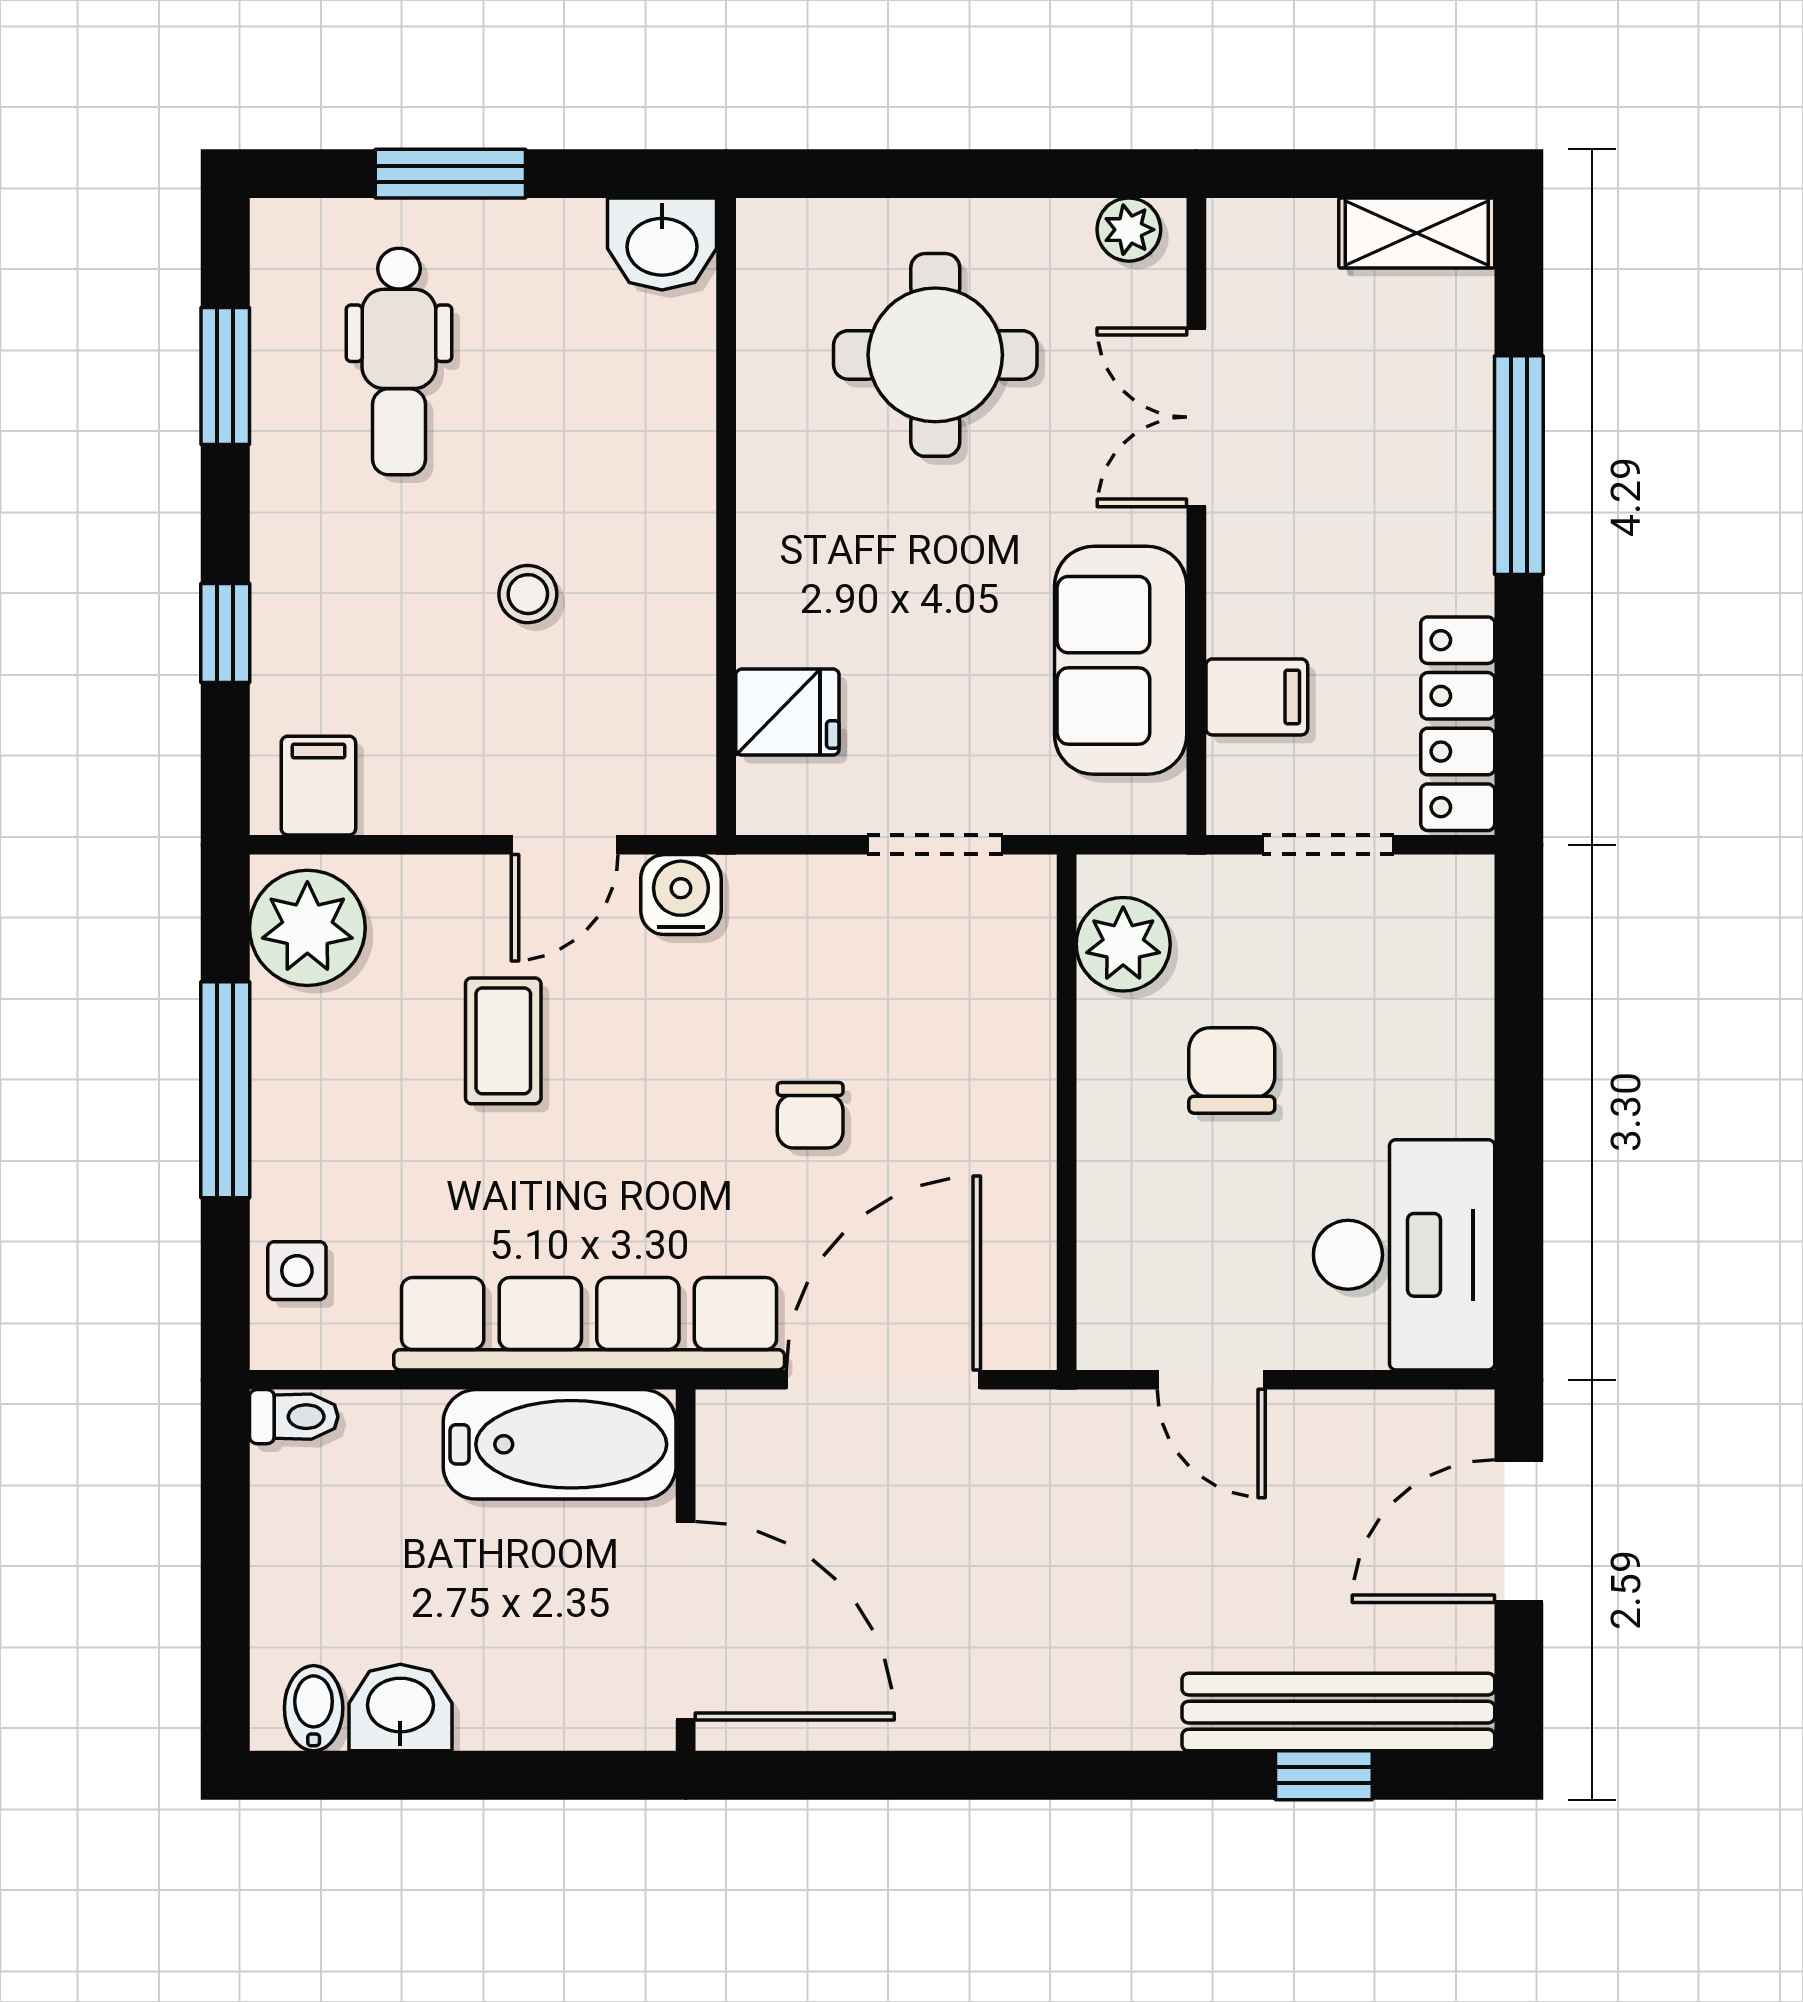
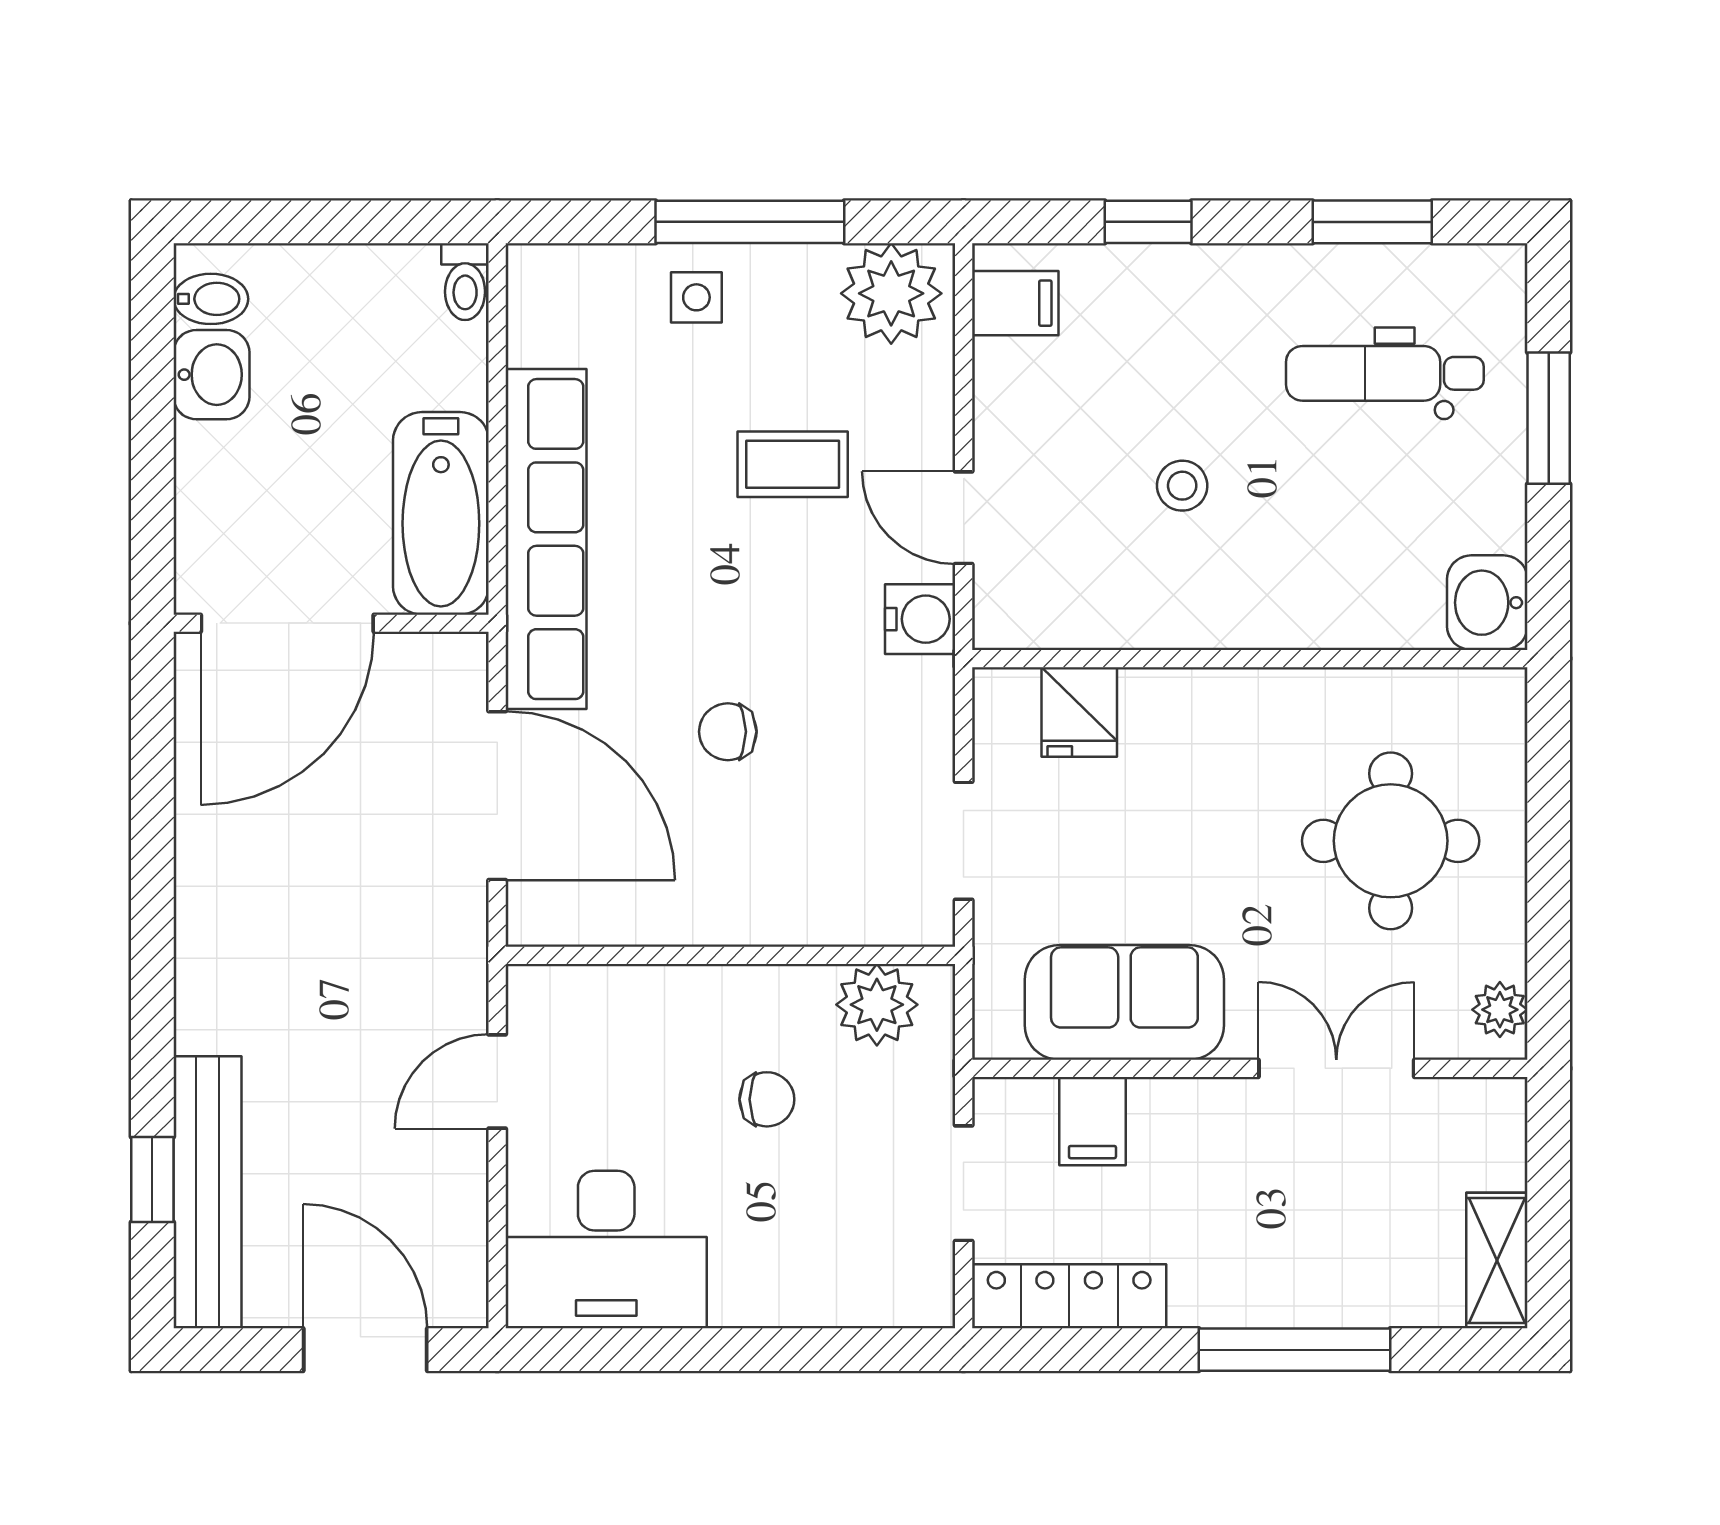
chair: (1232, 1070) -> (767, 1099), width x0.73, depth x0.73
side table: (297, 1271) -> (696, 297), moved

